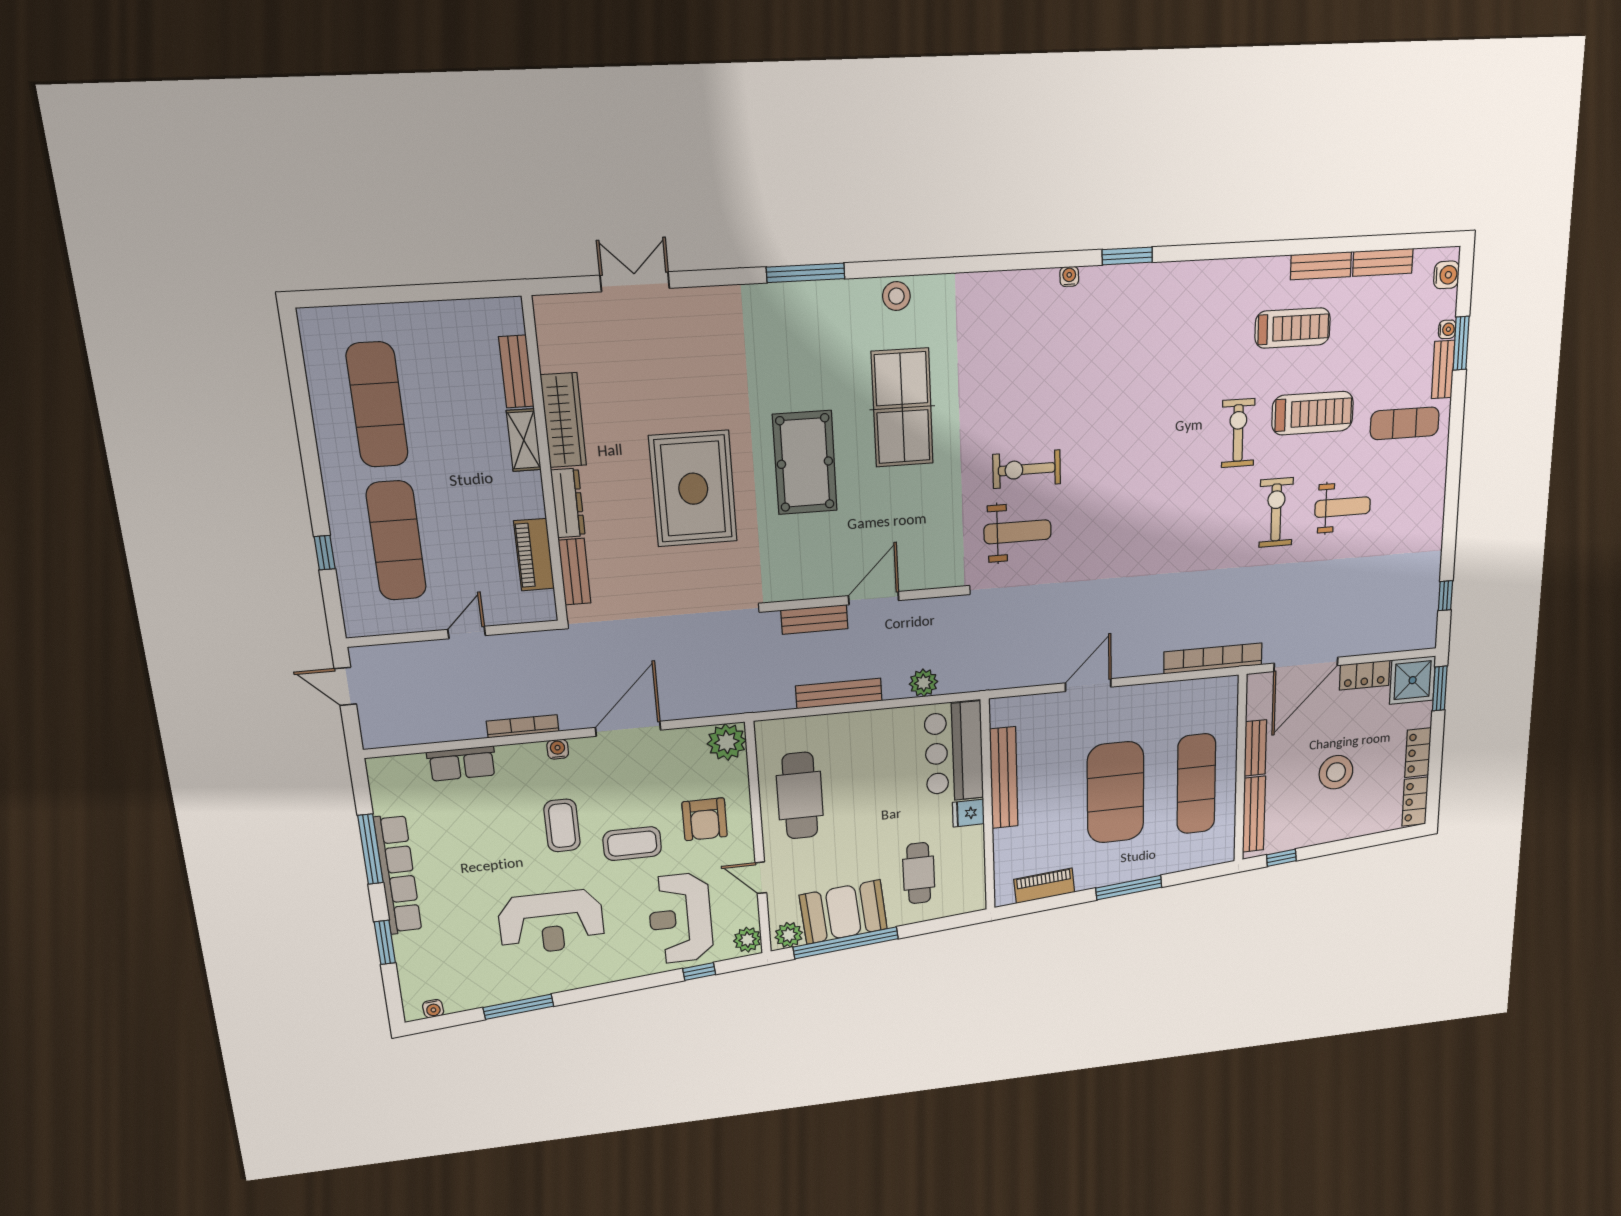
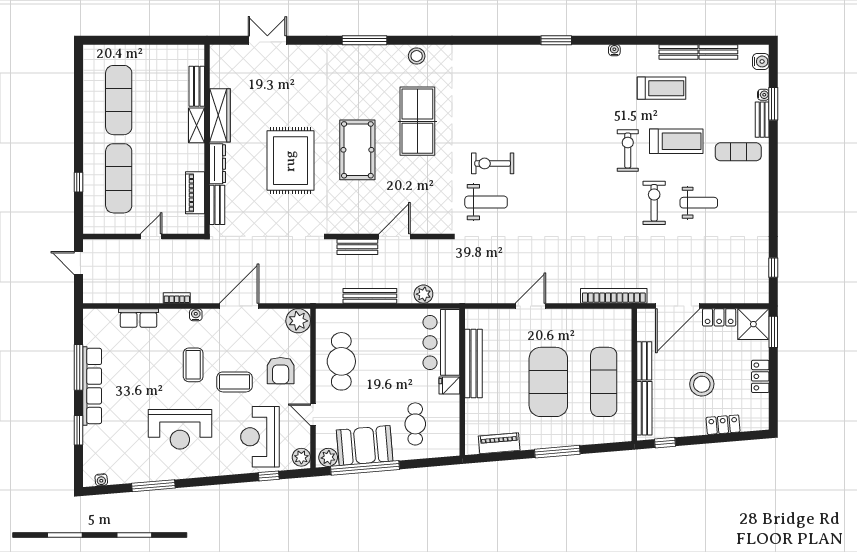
water cooler: (1069, 276) -> (614, 50), moved
bookcase: (523, 726) -> (177, 298), width x0.64
locker: (1415, 802) -> (723, 425), moved, turned 85

